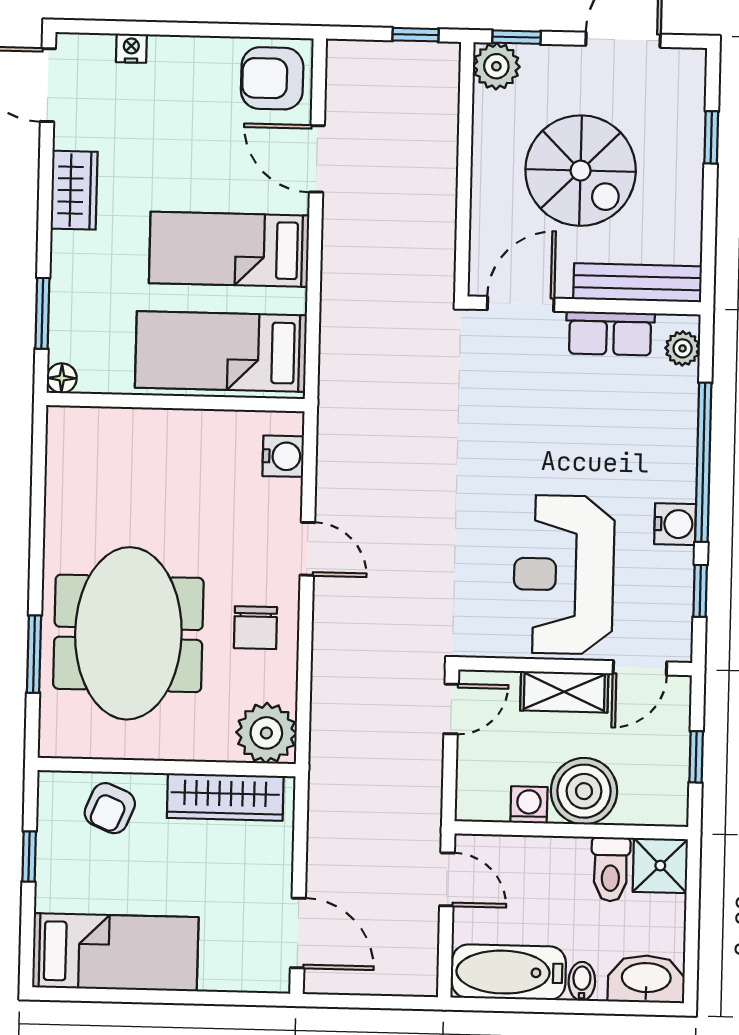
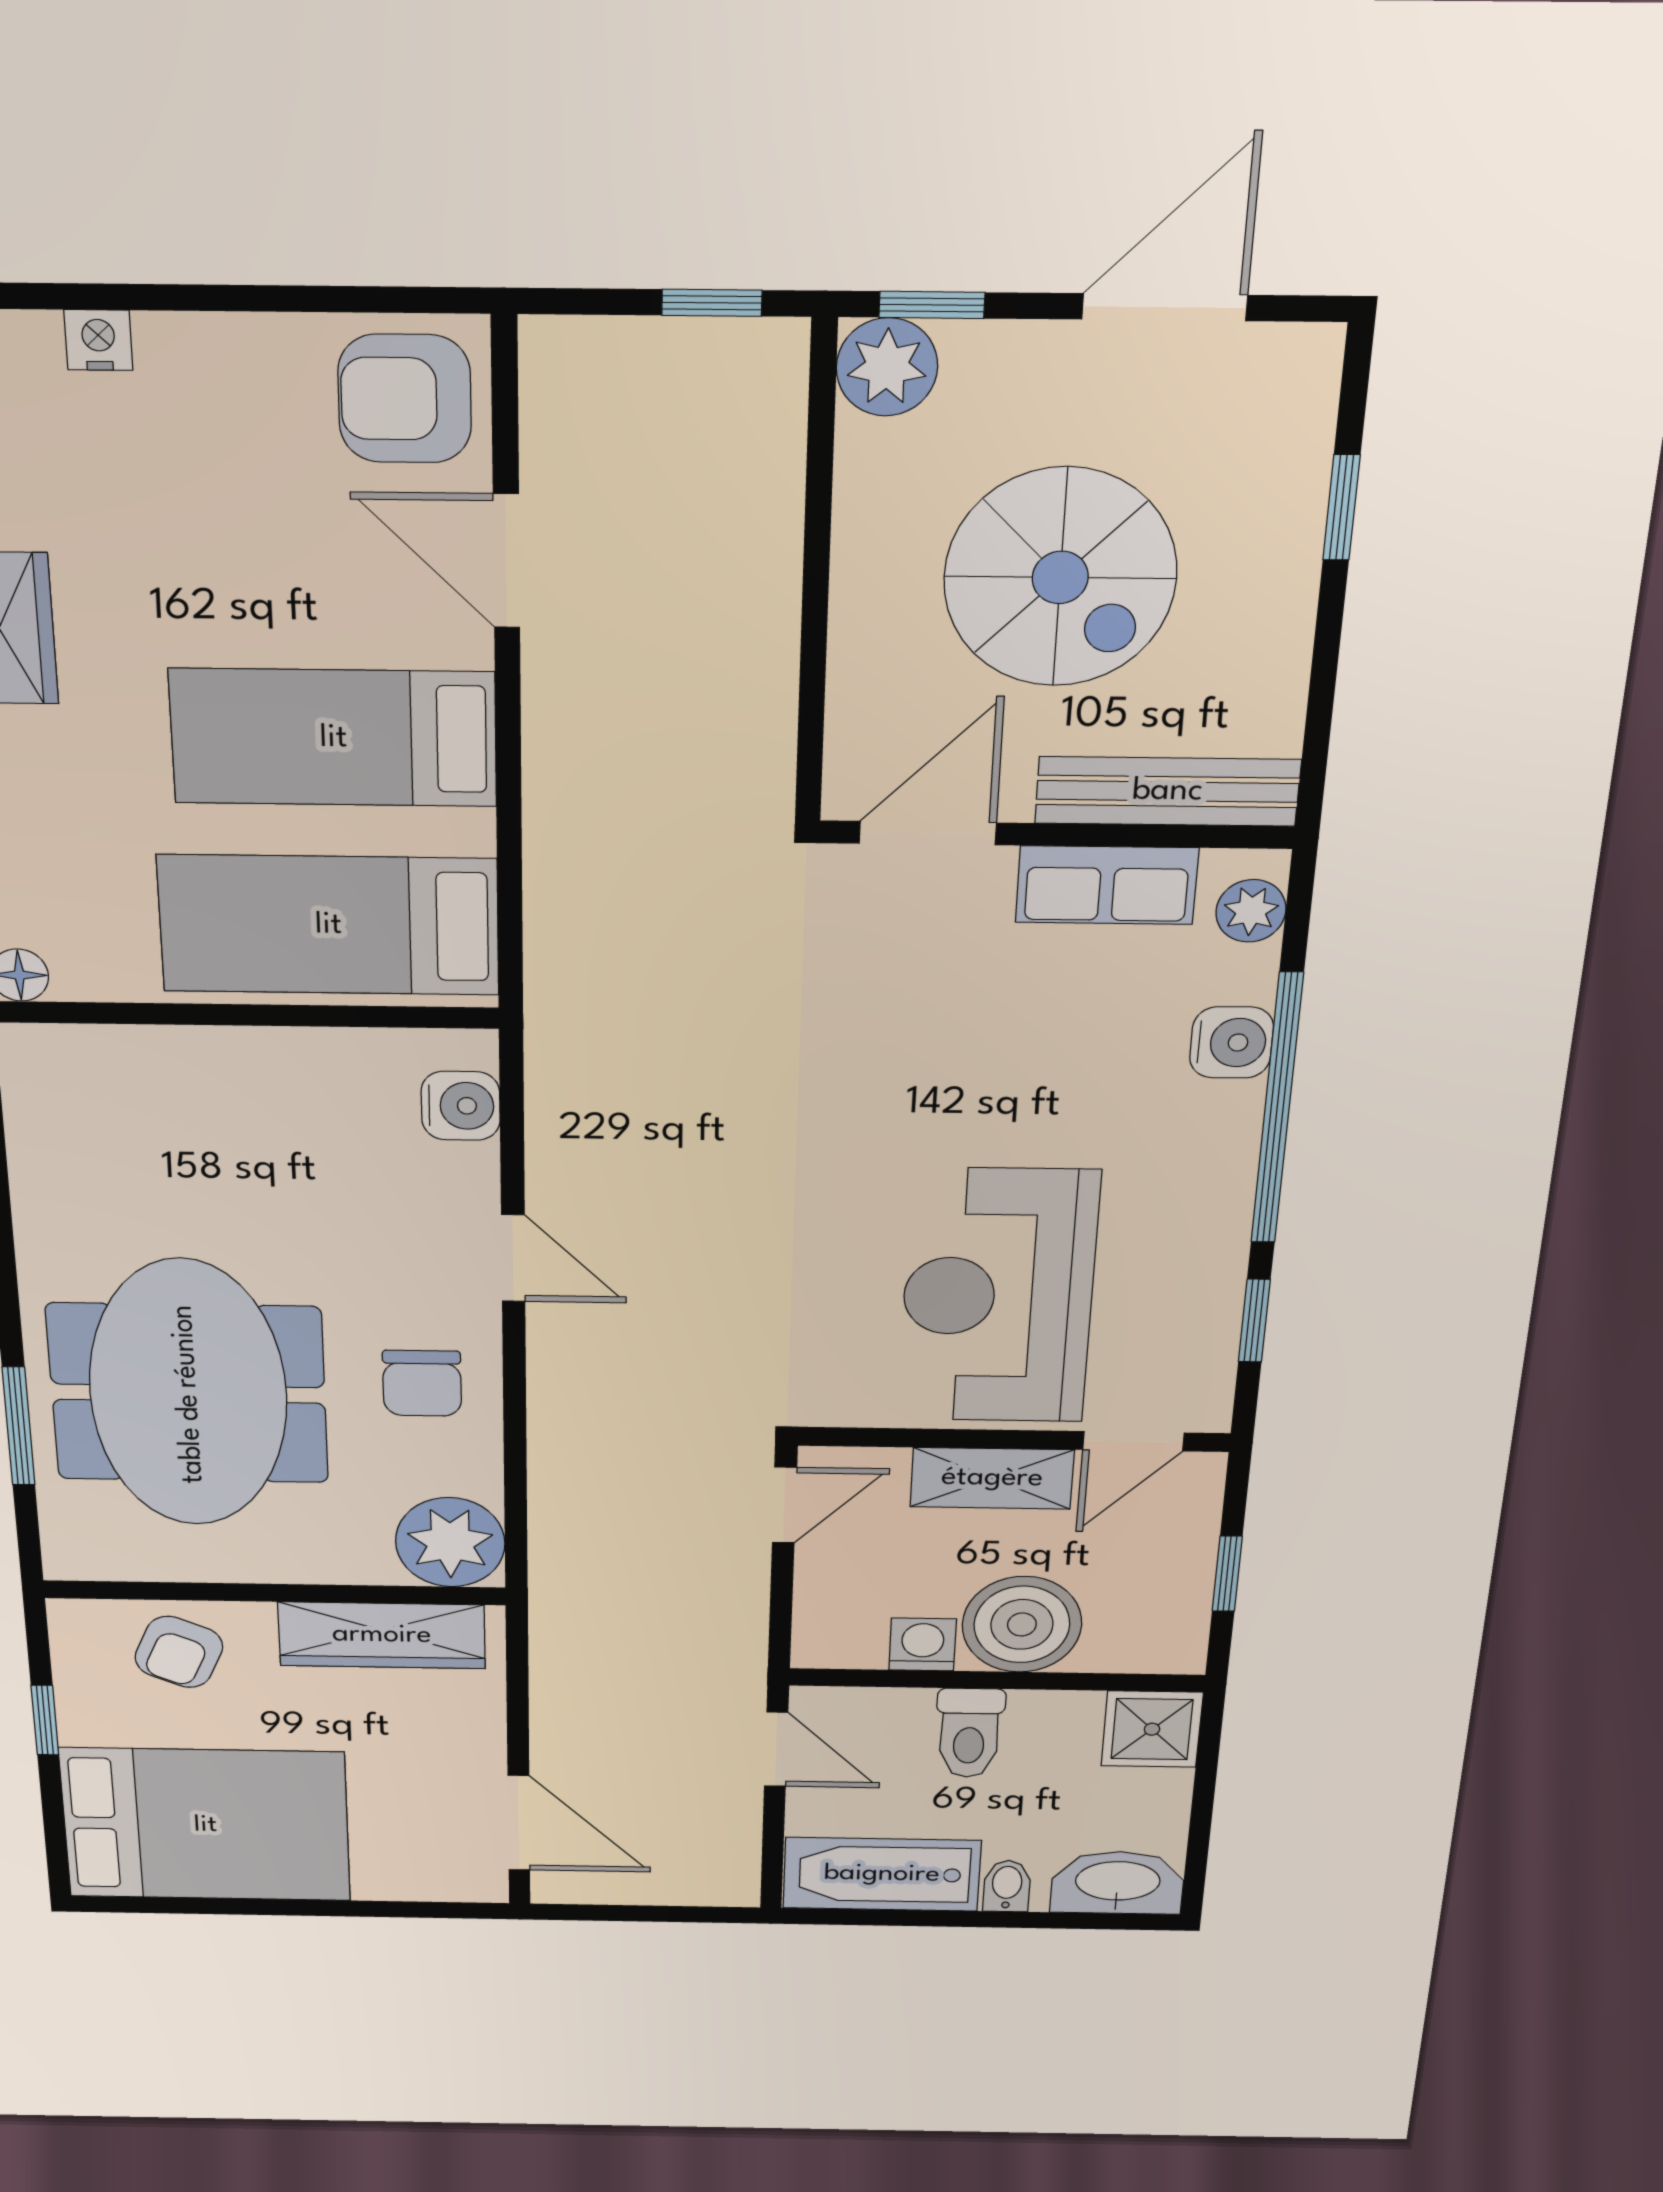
water cooler: (675, 524) -> (1232, 1042), moved
toilet: (611, 869) -> (969, 1733), moved
bed: (115, 952) -> (206, 1825), width x1.50

